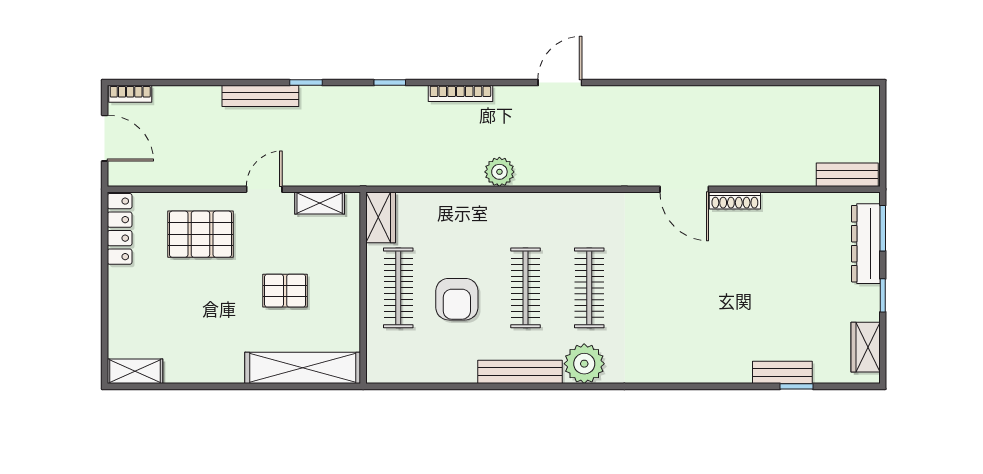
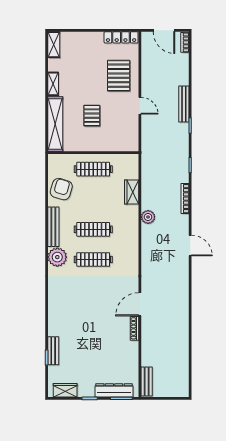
door: (105, 138) -> (164, 30), hinge flipped
shelving: (320, 203) -> (53, 84), moved
wardrobe: (381, 217) -> (132, 192), moved, turned 90
armchair: (457, 299) -> (61, 189), moved, turned 107

